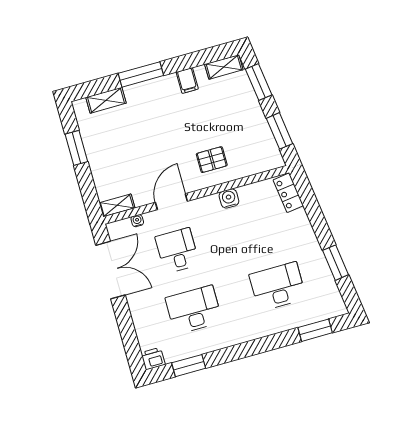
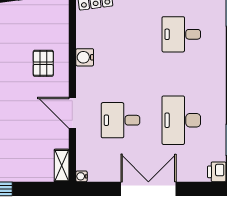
water cooler: (137, 221) -> (81, 176), moved
double door: (111, 270) -> (148, 189), moved
desk: (278, 286) -> (181, 34), width x0.73

